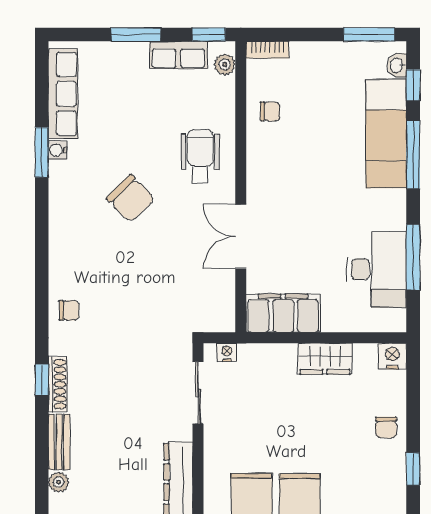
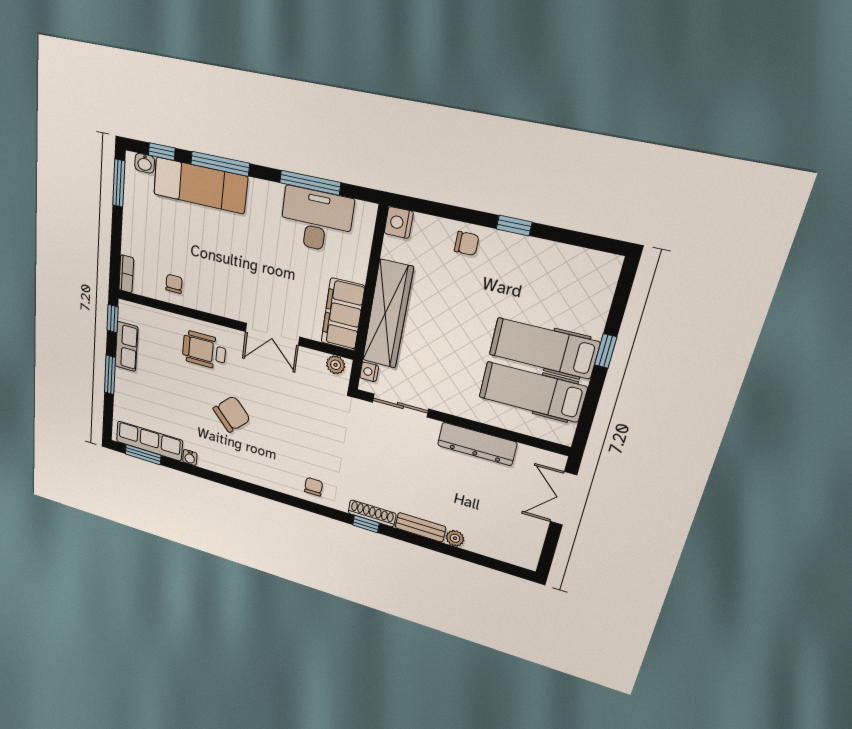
plant: (225, 64) -> (336, 365), moved
window: (42, 152) -> (143, 455), moved
wardrobe: (325, 359) -> (388, 314), width x2.10, depth x1.17

